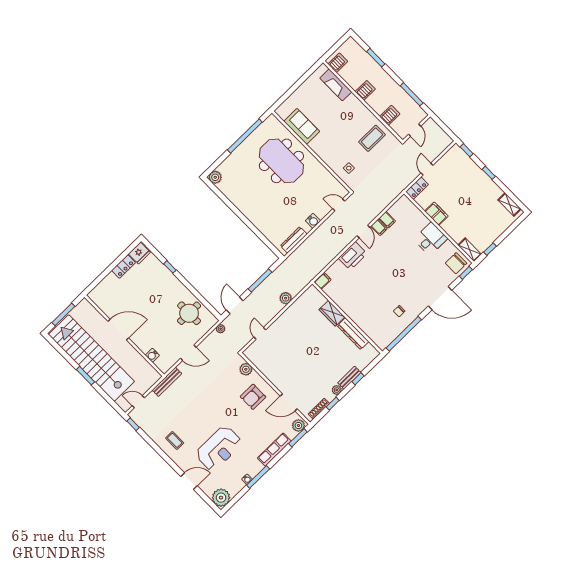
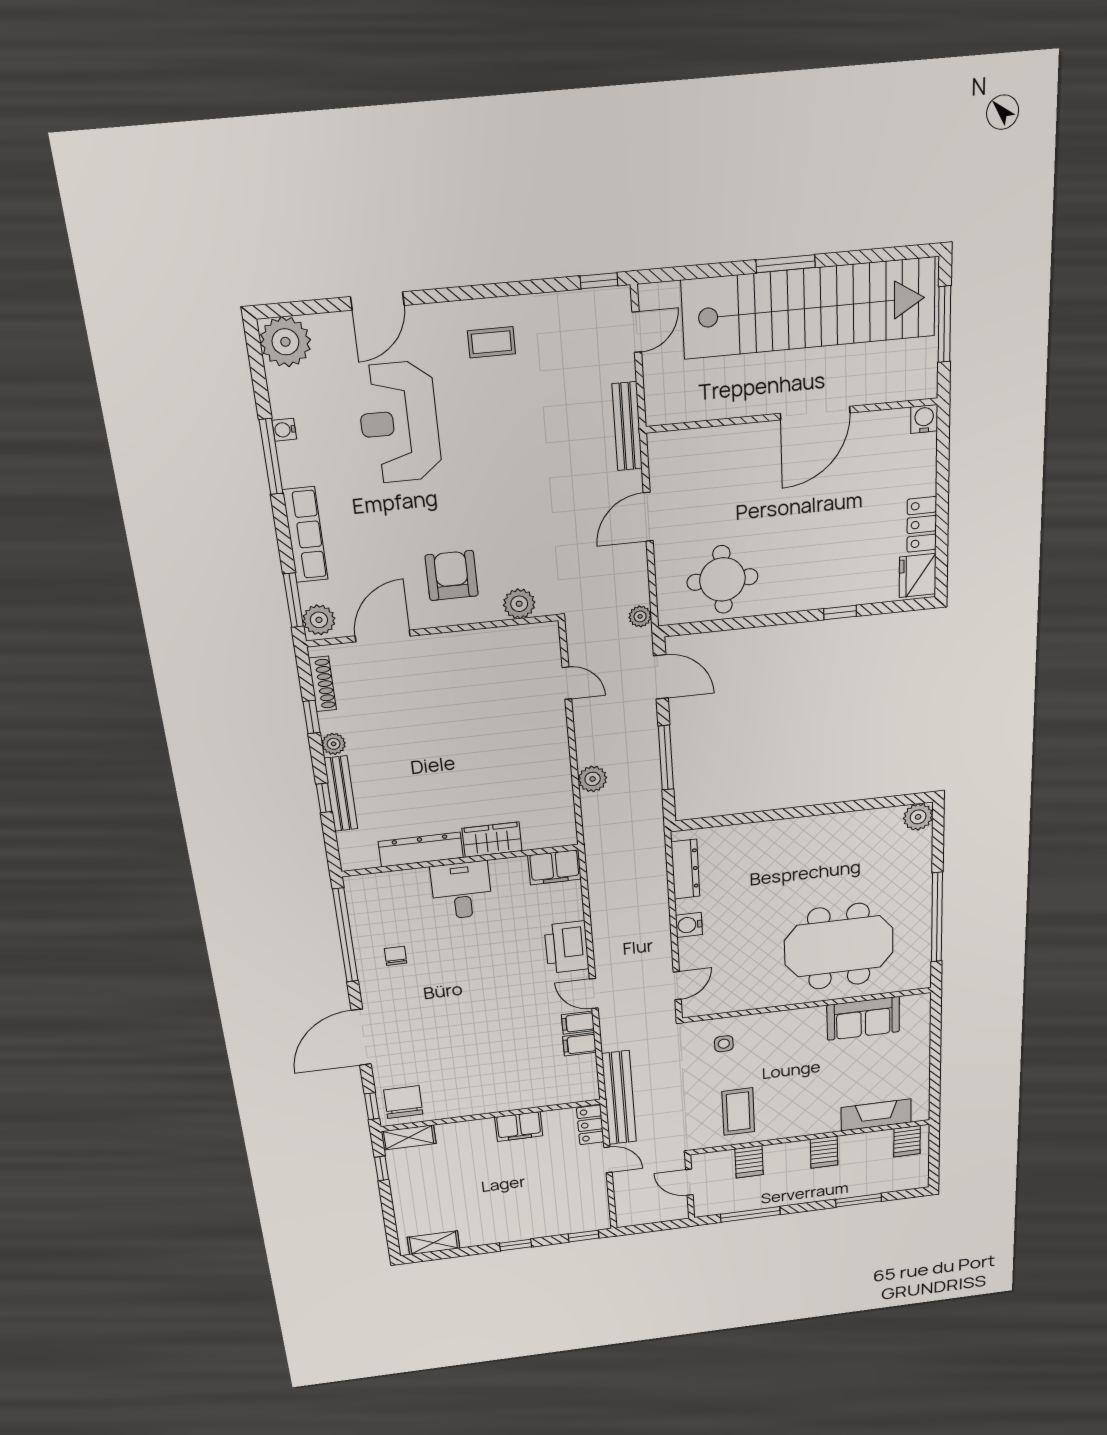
bench: (398, 187) -> (619, 1098), added
desk: (431, 239) -> (462, 890), moved, turned 180
filing cabinet: (323, 281) -> (555, 867), width x2.00
water cooler: (152, 355) -> (924, 419), moved
bench: (349, 378) -> (341, 794), width x1.36

